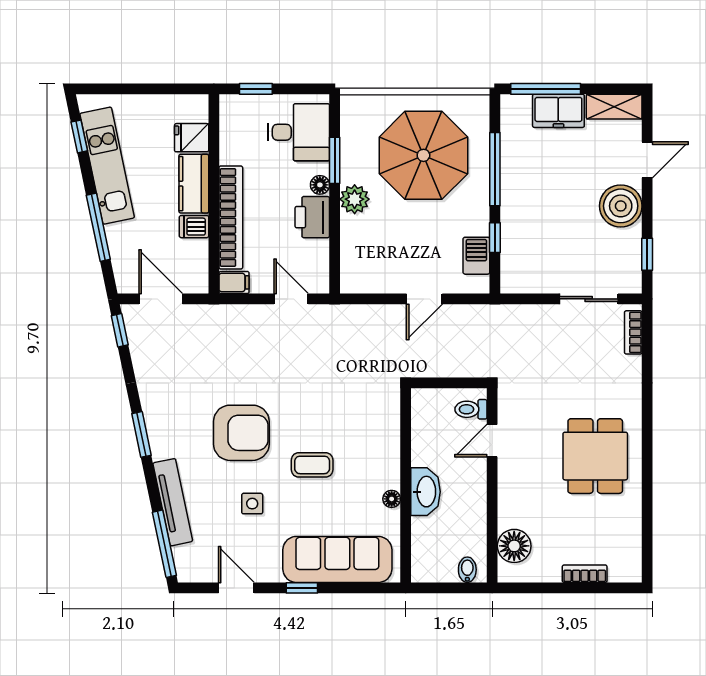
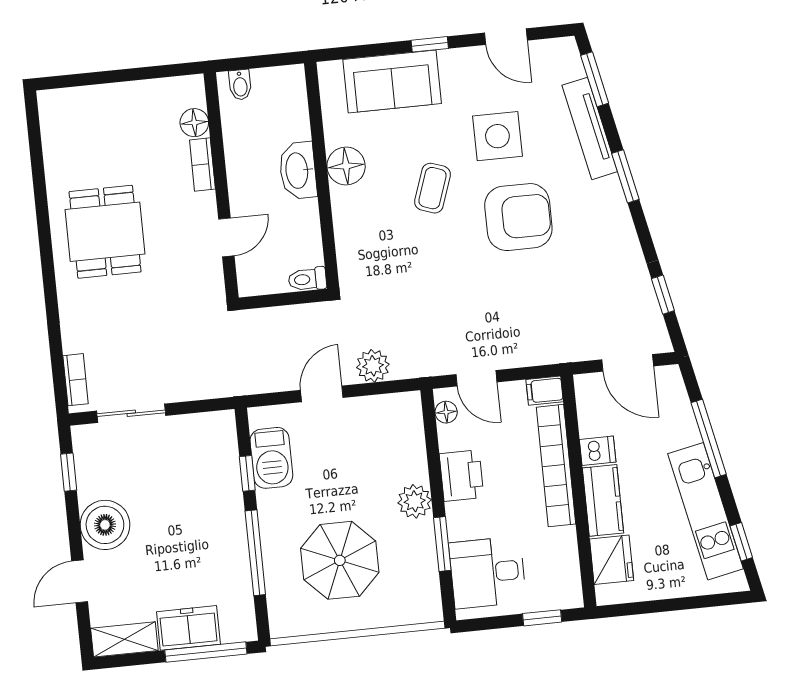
fridge: (192, 138) -> (612, 560), width x1.38
parasol: (423, 155) -> (340, 560), width x0.73, depth x0.73
floor lamp: (320, 185) -> (446, 412), moved
barbecue: (476, 256) -> (271, 458), width x1.38, depth x1.27
plant: (378, 318) -> (373, 366), added
window: (120, 330) -> (663, 295), moved
toilet: (471, 409) -> (307, 279), moved, turned 180
armchair: (241, 433) -> (518, 217), turned 180
window: (141, 434) -> (625, 176), moved
coffee table: (312, 465) -> (433, 188), turned -71
floor lamp: (392, 499) -> (346, 166), width x1.89, depth x1.89
side table: (252, 504) -> (497, 136), width x1.87, depth x1.87
window: (164, 544) -> (595, 79), width x0.69
floor lamp: (514, 546) -> (194, 123), width x0.73, depth x0.73
sofa: (337, 559) -> (392, 81), width x0.73
bookcase: (585, 574) -> (202, 165), moved, turned 90

